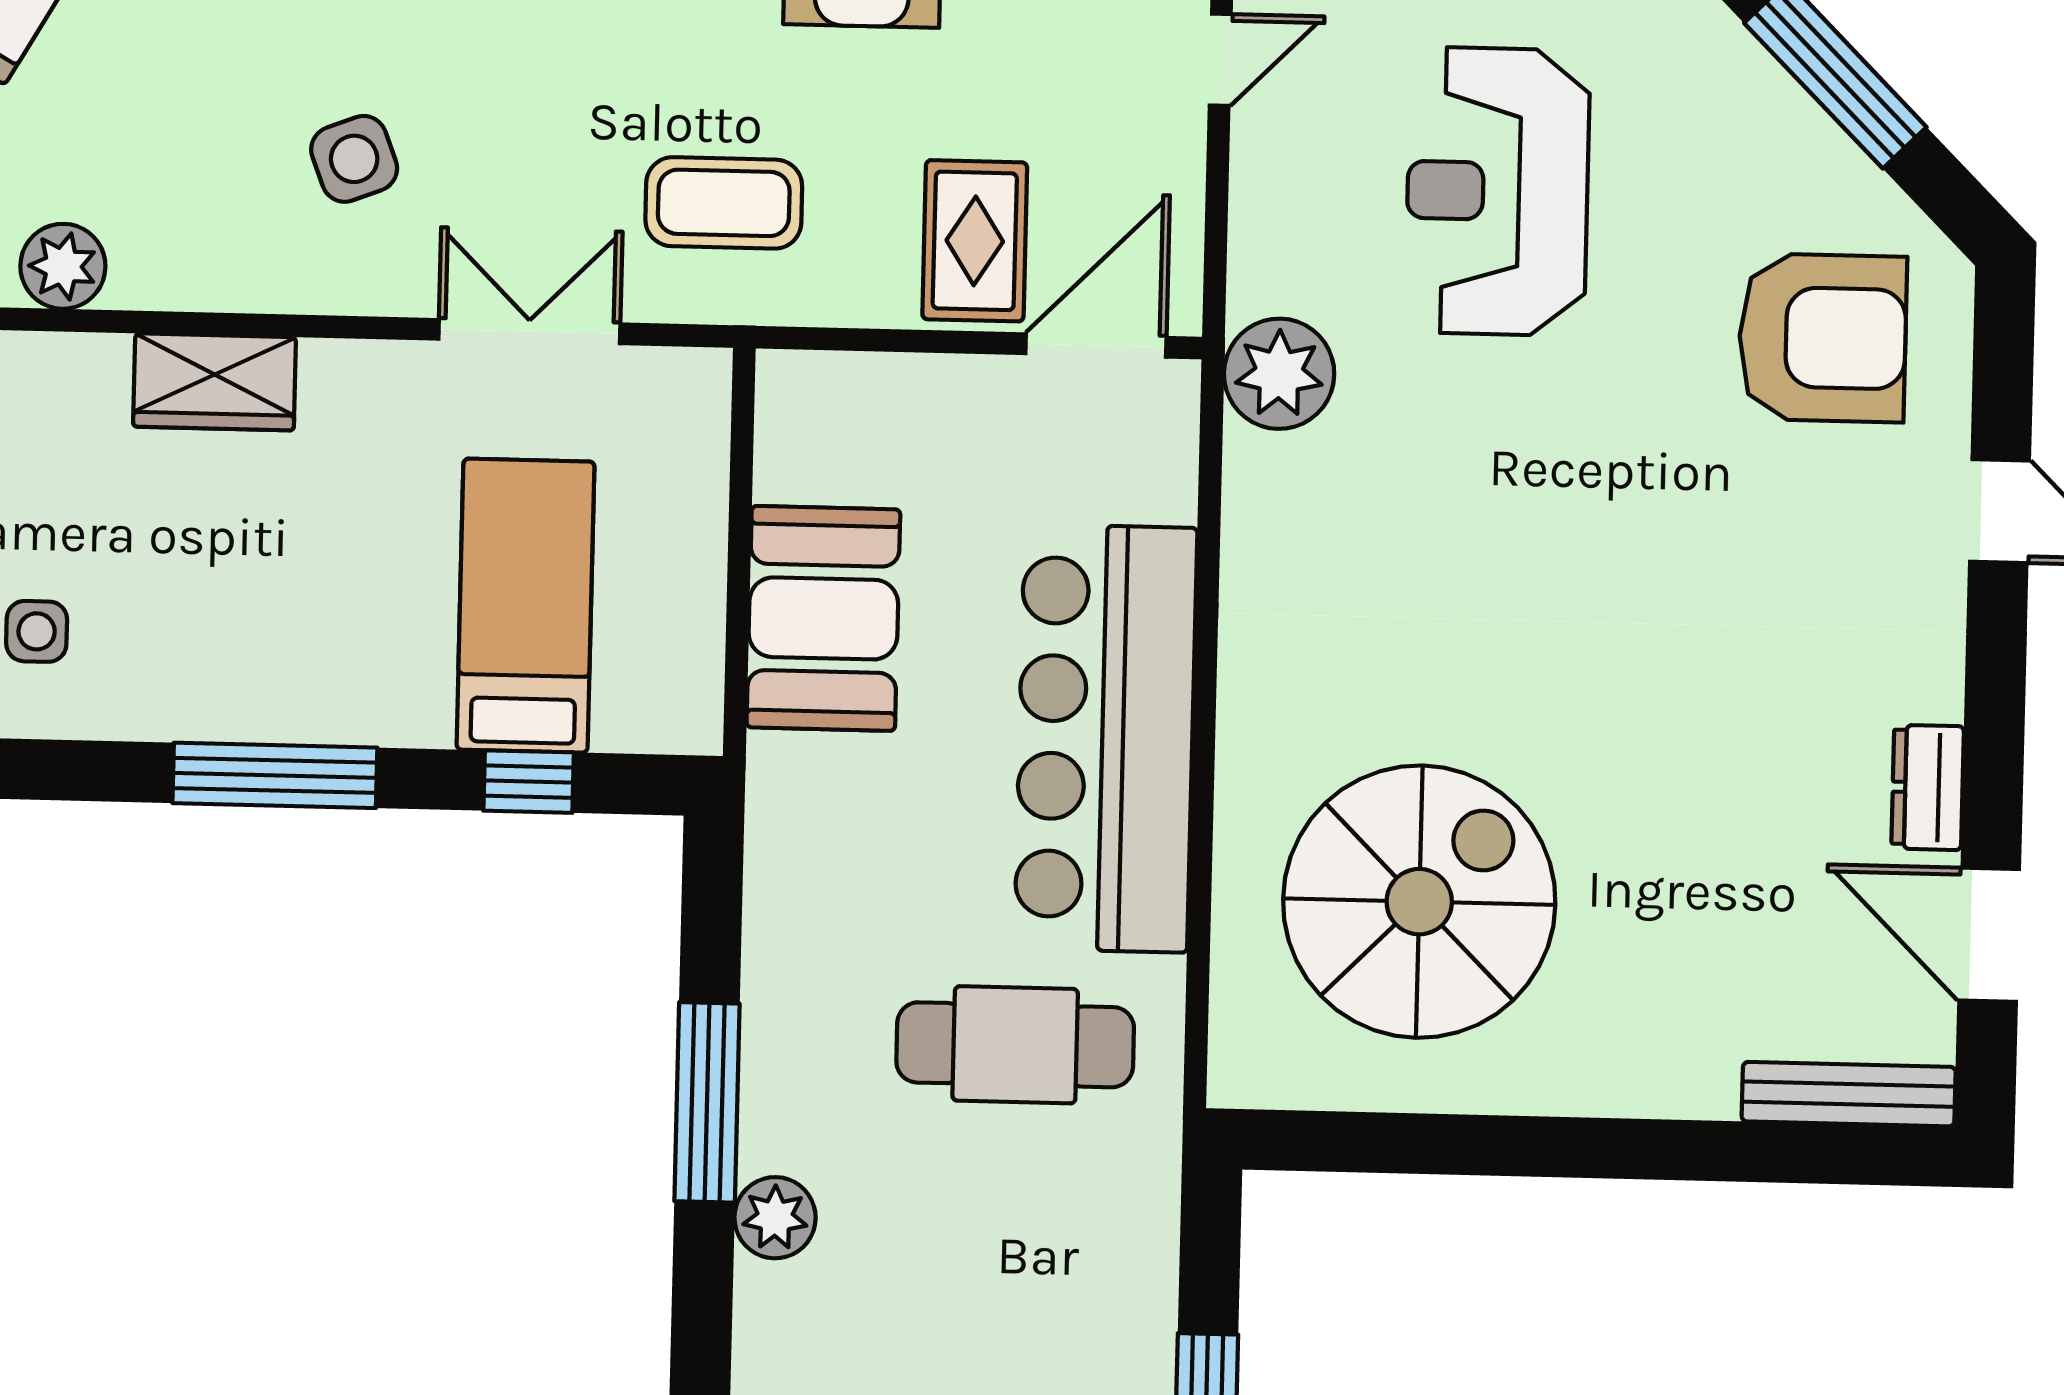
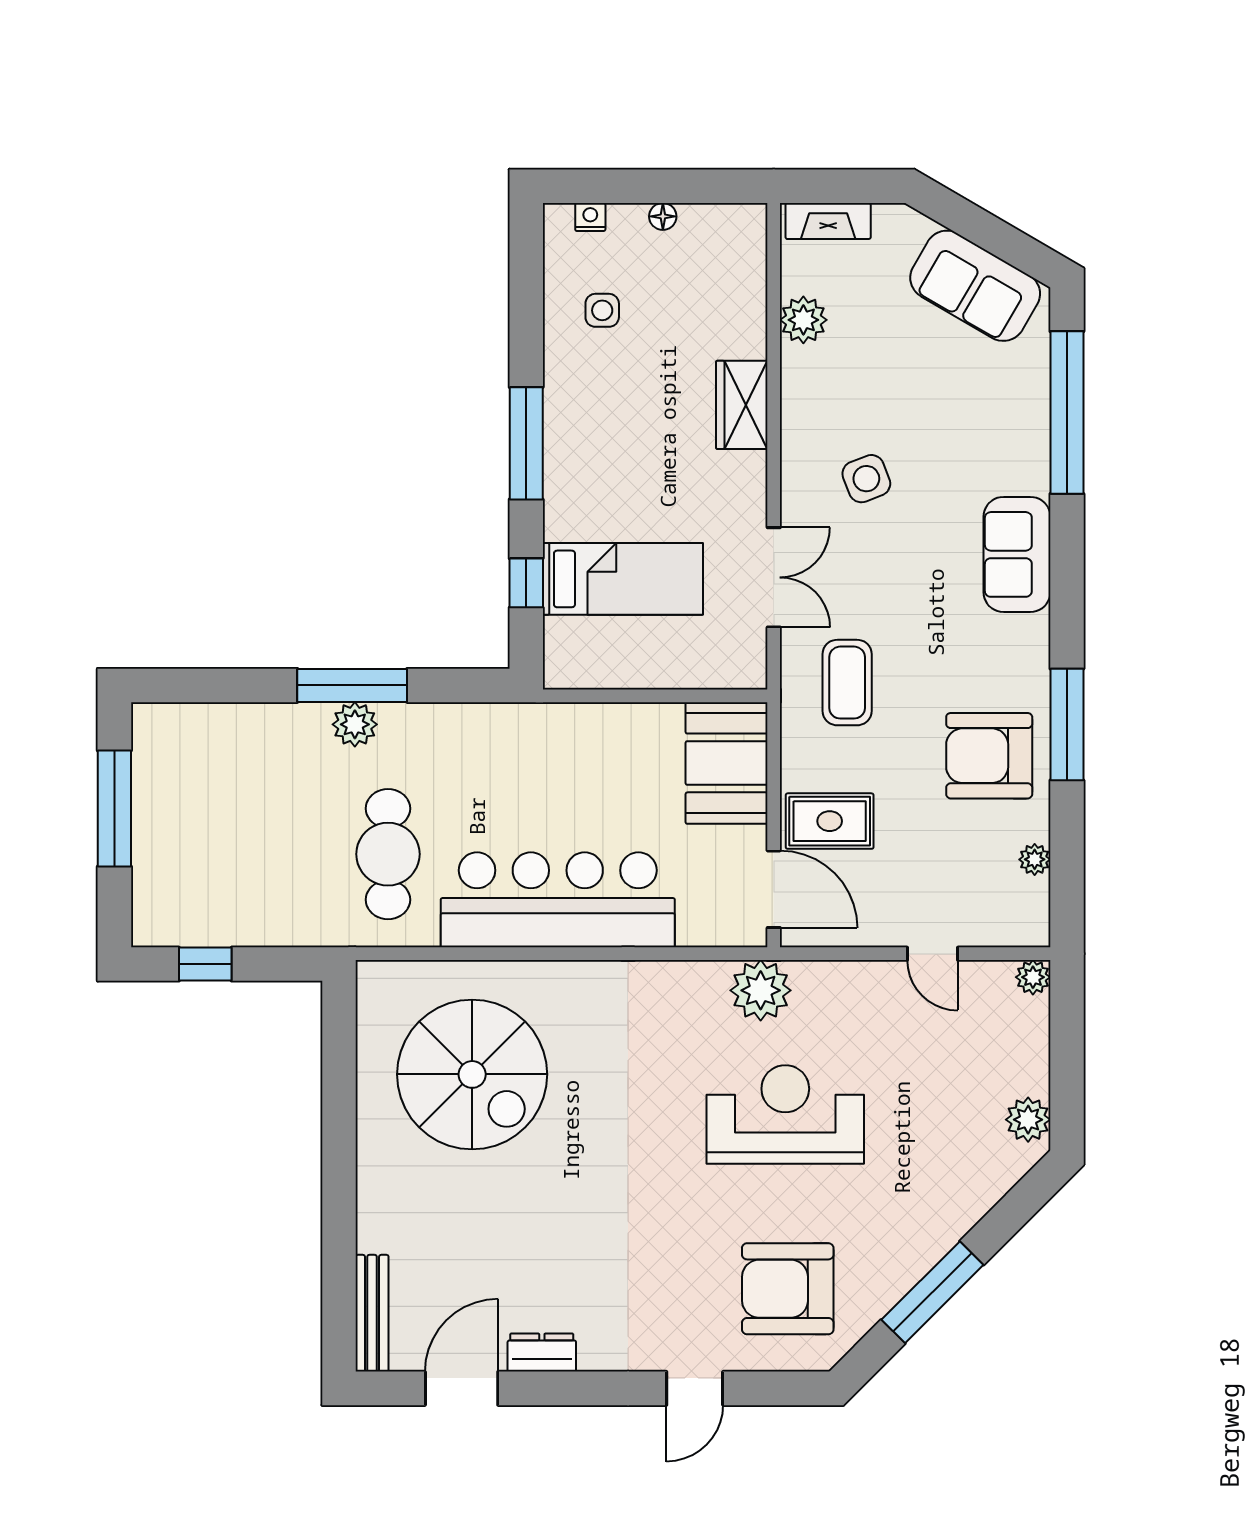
reception desk: (1497, 191) -> (785, 1114), moved
armchair: (1823, 338) -> (788, 1289), turned 90
booth: (823, 618) -> (727, 763), moved, turned 90
plant: (775, 1218) -> (355, 724), moved

